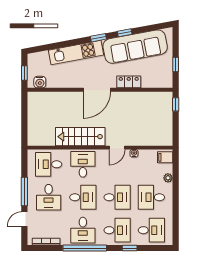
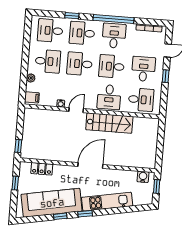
locker: (129, 82) -> (42, 169), moved
window: (24, 191) -> (166, 76), width x0.46

